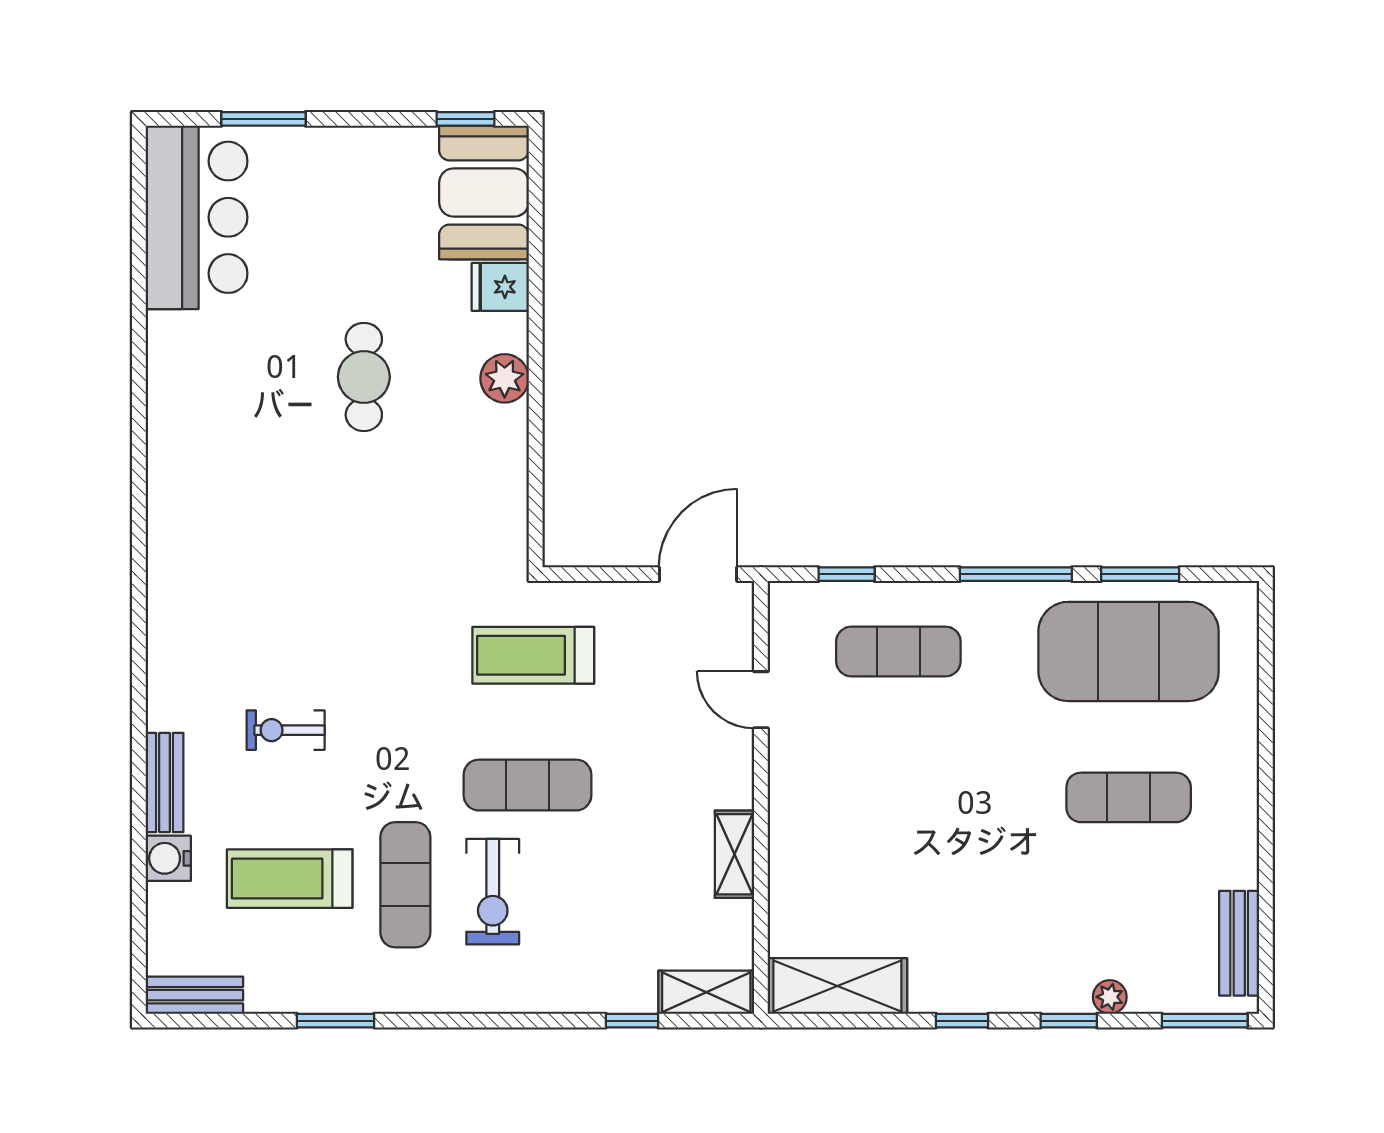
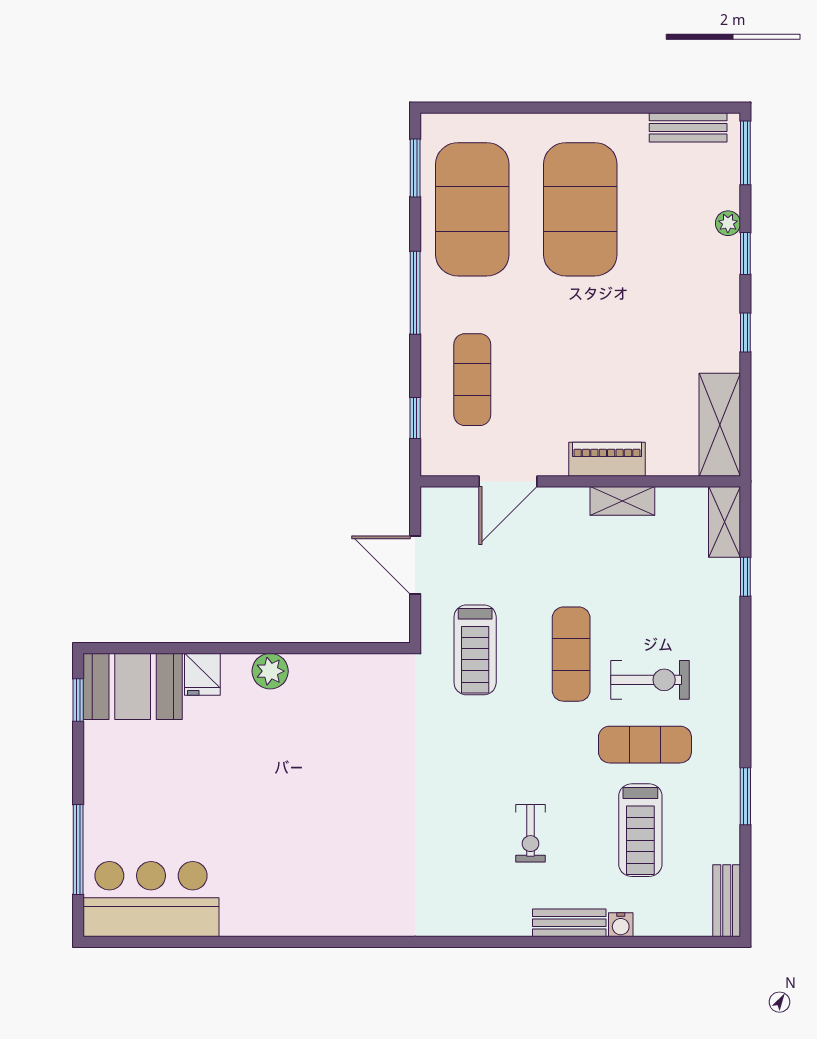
window: (264, 119) -> (78, 850), width x1.44
cafe table: (364, 377) -> (269, 775), removed
door: (698, 574) -> (415, 565), moved
window: (1140, 574) -> (415, 168), moved
door: (761, 700) -> (508, 481), width x1.38
exercise mat: (1129, 797) -> (580, 209), width x2.00, depth x1.45
piano: (791, 834) -> (607, 459), added
water cooler: (168, 858) -> (621, 925), width x0.72, depth x0.72

